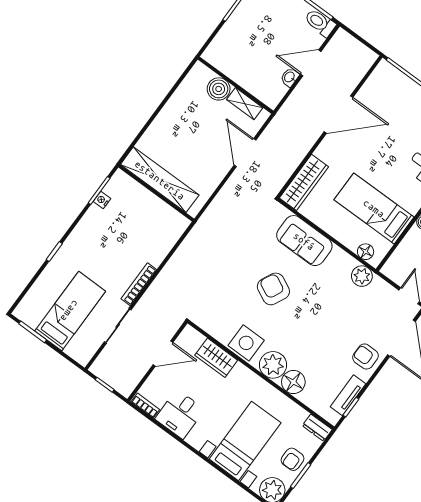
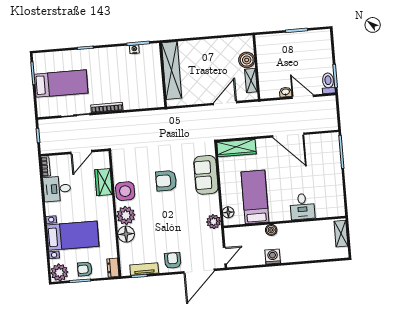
armchair: (273, 289) -> (166, 181), turned -116
door: (163, 353) -> (81, 152), hinge flipped

